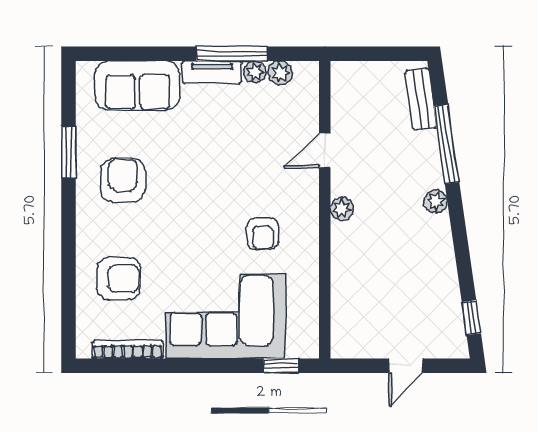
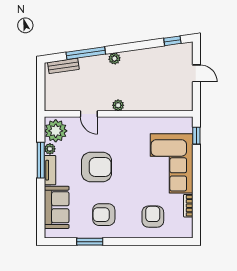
plant: (280, 73) -> (56, 131), width x1.88, depth x1.88
armchair: (263, 234) -> (97, 167), moved, width x1.88, depth x1.88
bookcase: (128, 350) -> (188, 206), width x0.64

